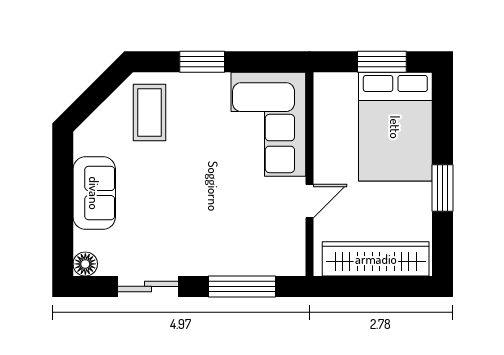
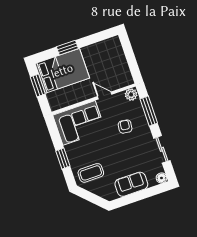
window: (442, 188) -> (67, 48), moved
armchair: (226, 223) -> (125, 127), added
wardrobe: (376, 259) -> (119, 60), removed
plant: (291, 260) -> (131, 95), added

